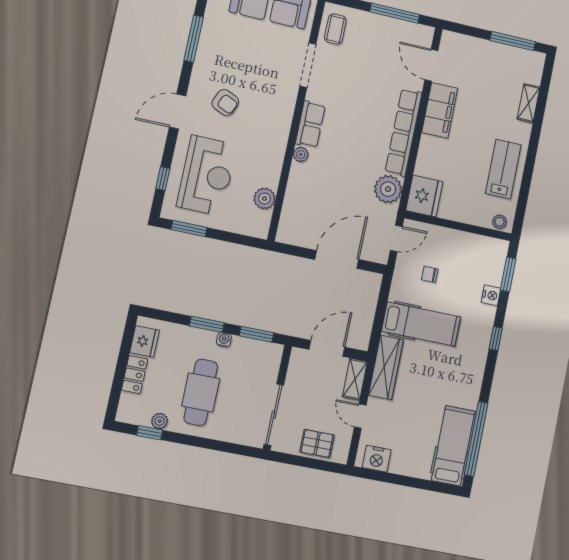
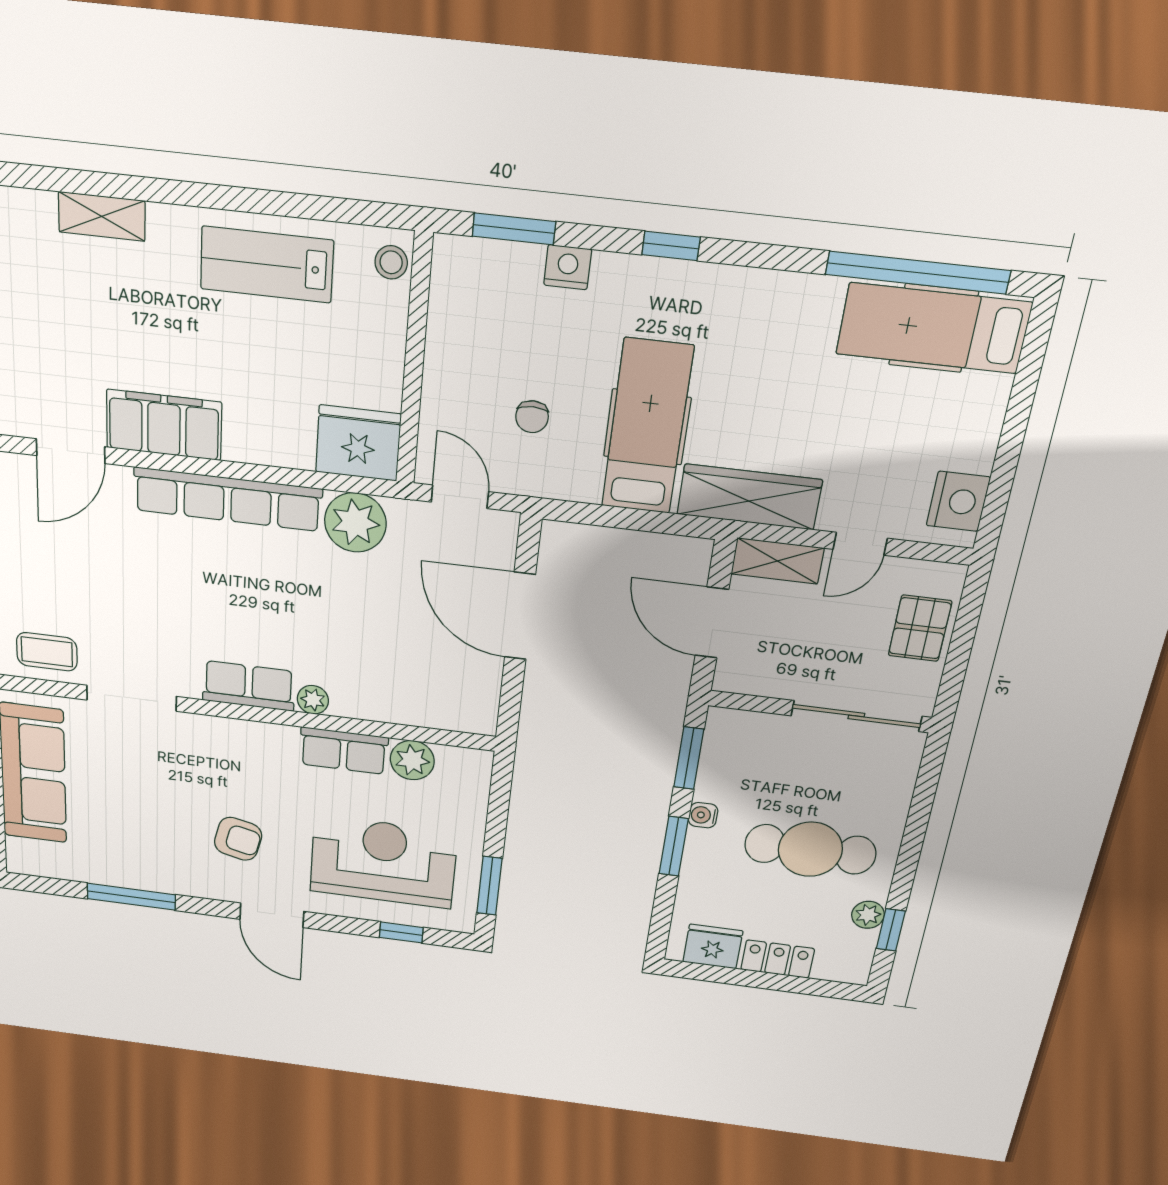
armchair: (225, 102) -> (238, 839), turned 79
row of seats: (272, 165) -> (344, 751), added

